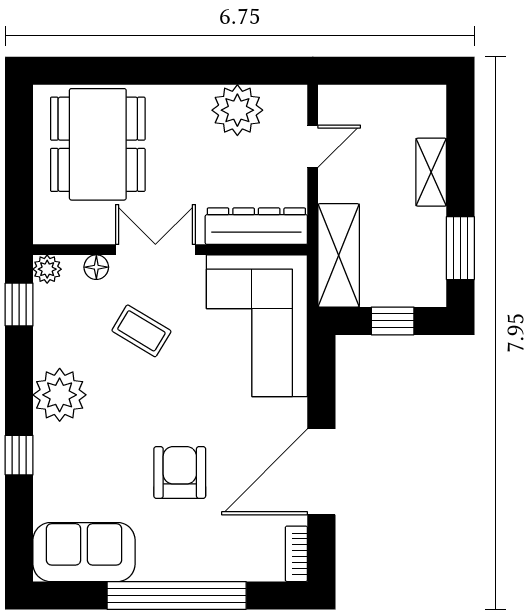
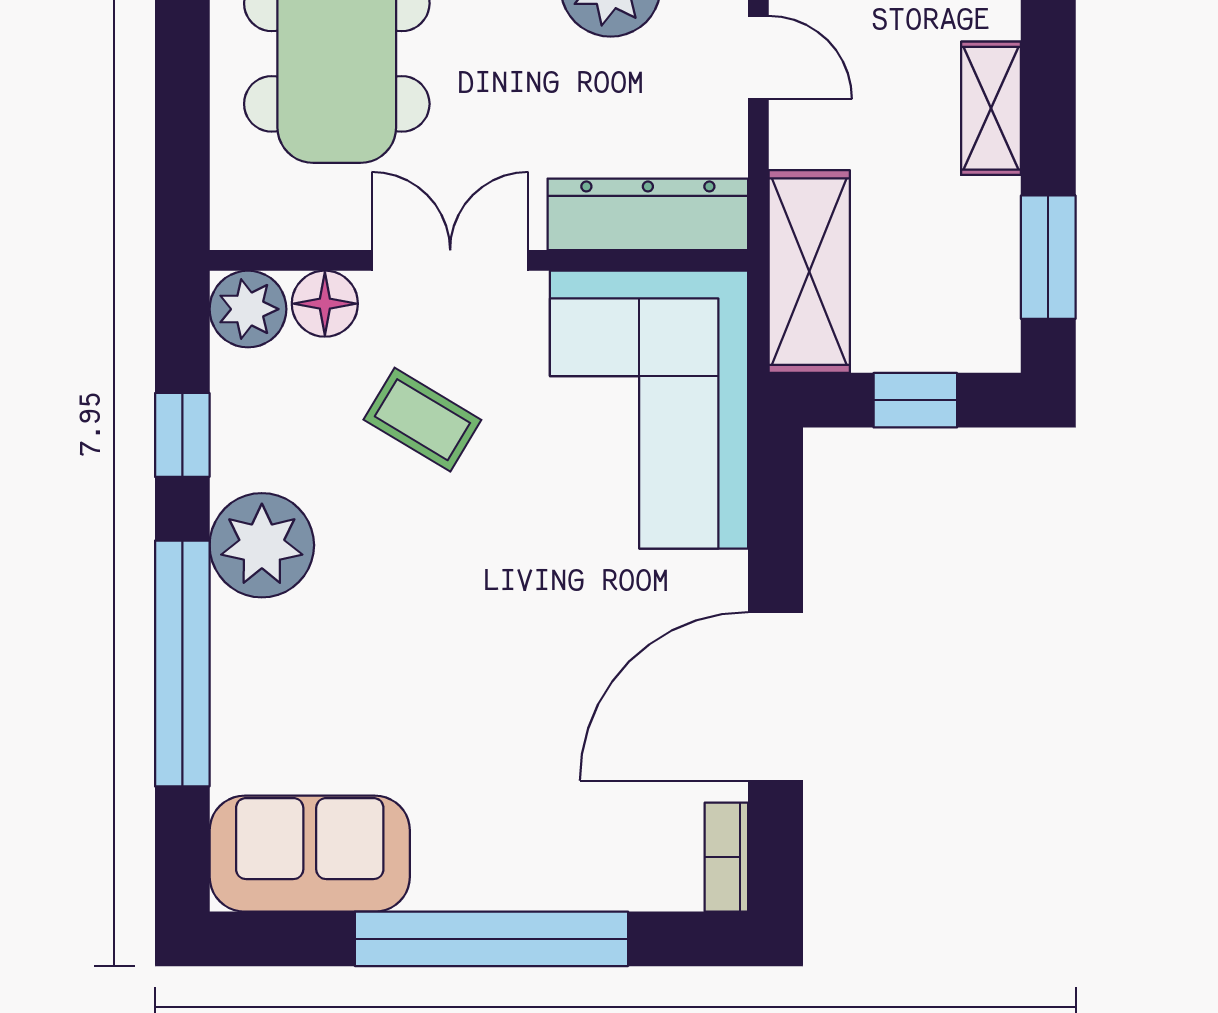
door: (313, 146) -> (758, 57), hinge flipped
floor lamp: (96, 267) -> (325, 304), width x1.37, depth x1.37
plant: (47, 269) -> (248, 309), width x1.38, depth x1.38
window: (19, 304) -> (182, 435), moved
window: (19, 455) -> (182, 664), width x3.17
armchair: (180, 472) -> (498, 698), removed

